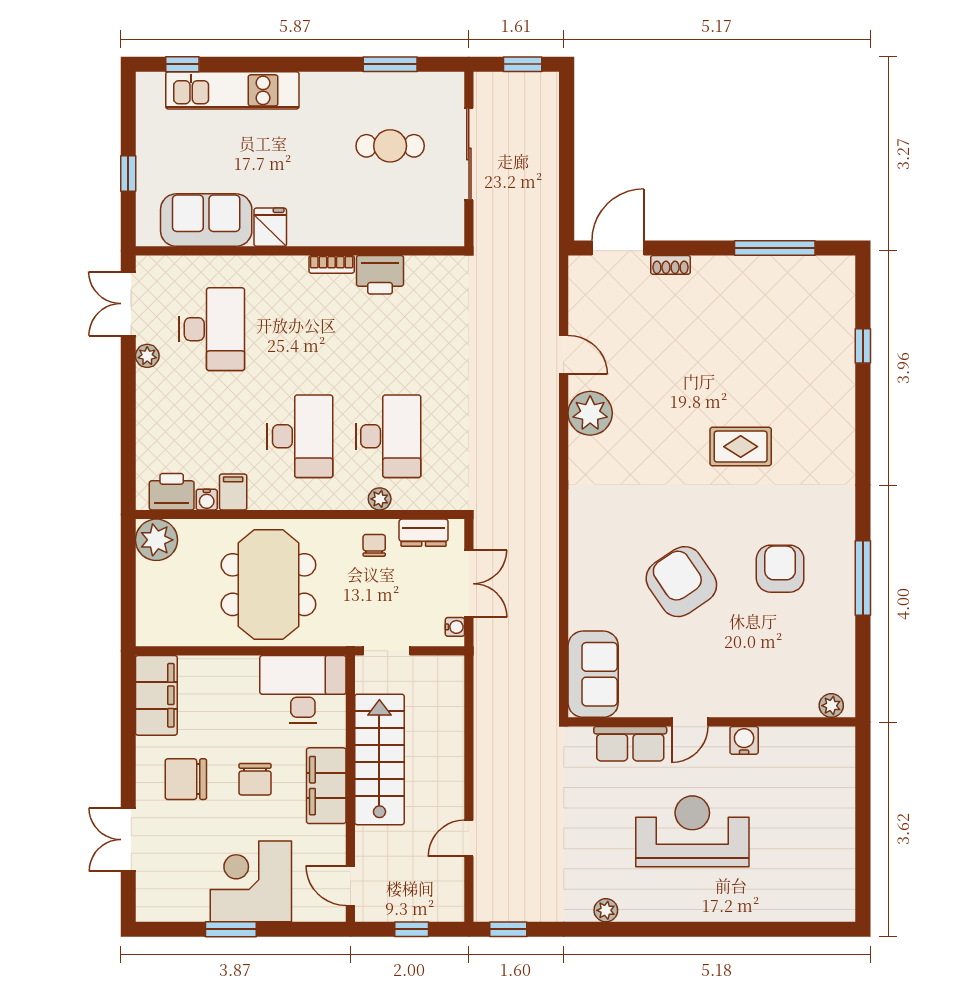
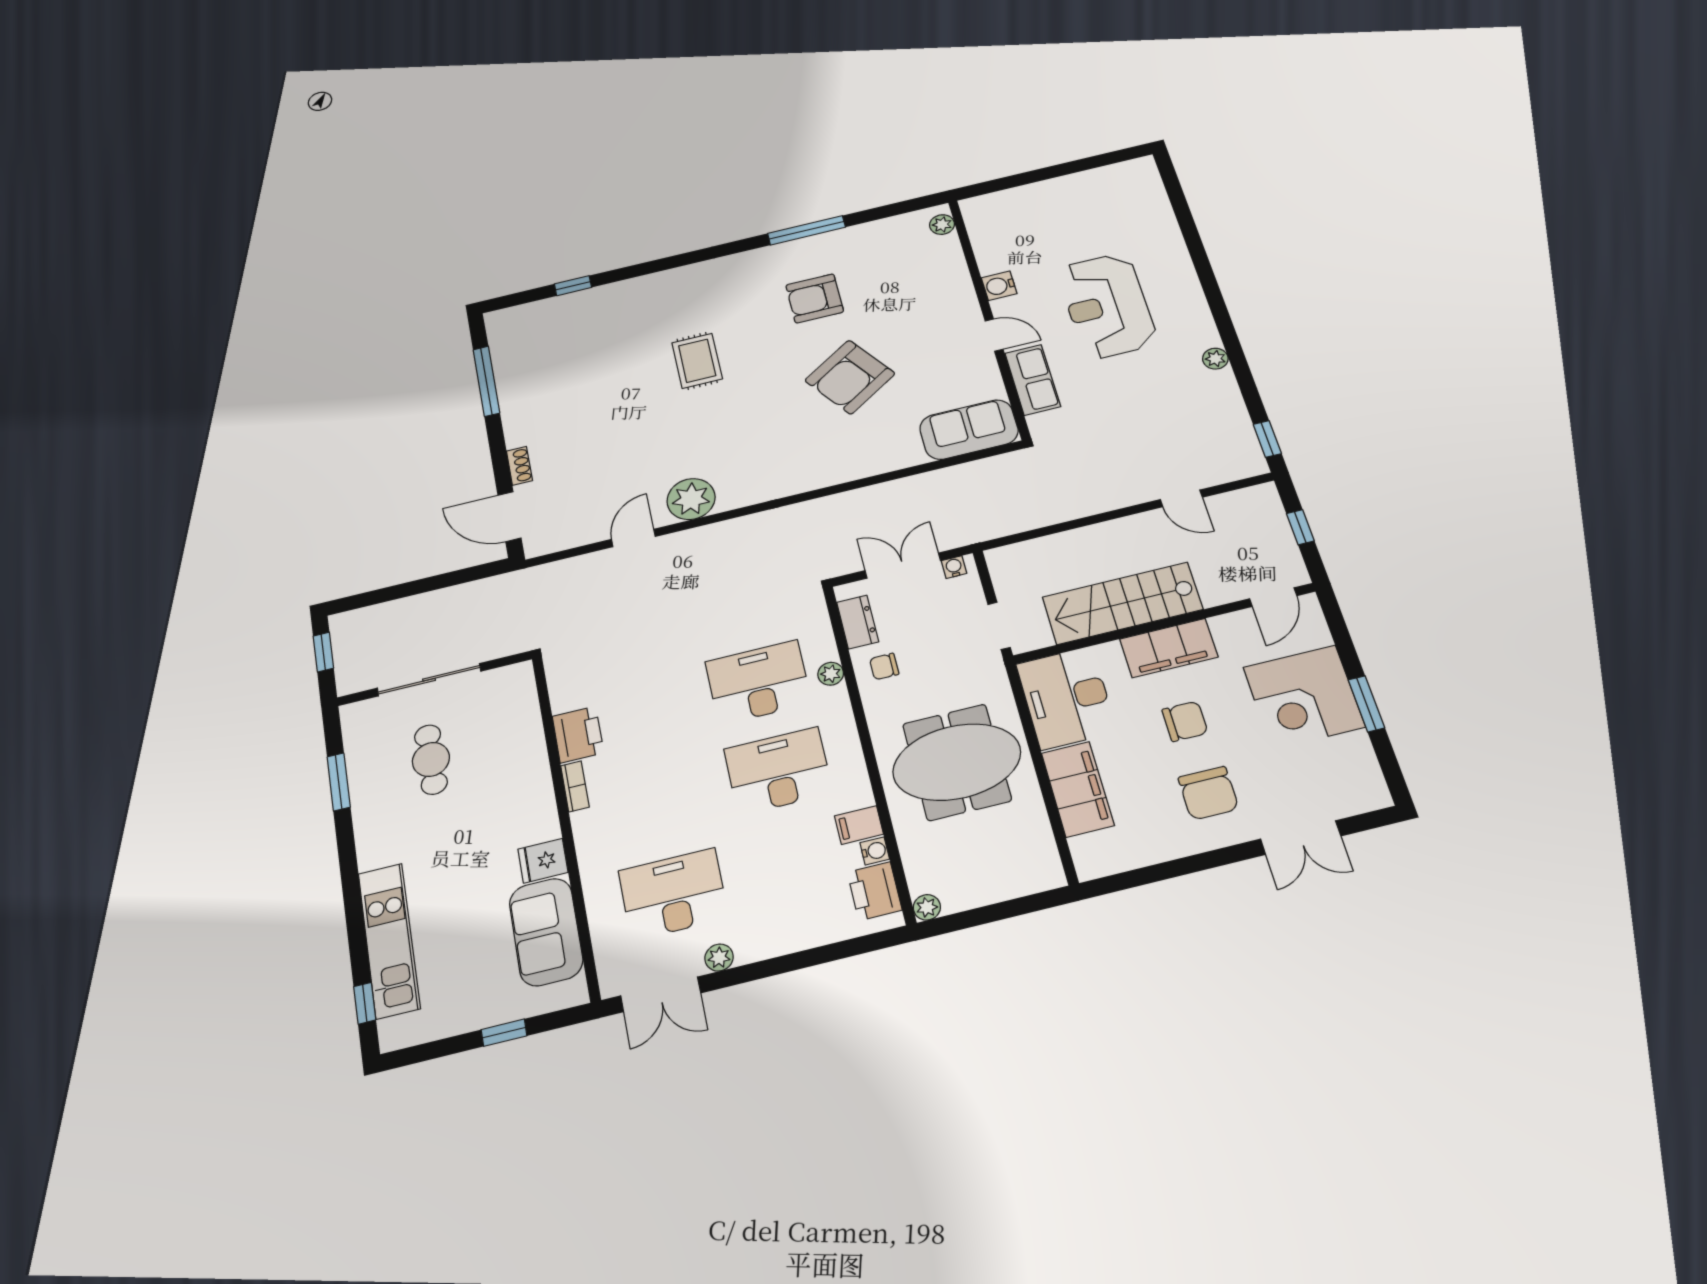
plant: (156, 540) -> (927, 907), width x0.53, depth x0.53
filing cabinet: (156, 695) -> (1078, 789), moved, turned 90

